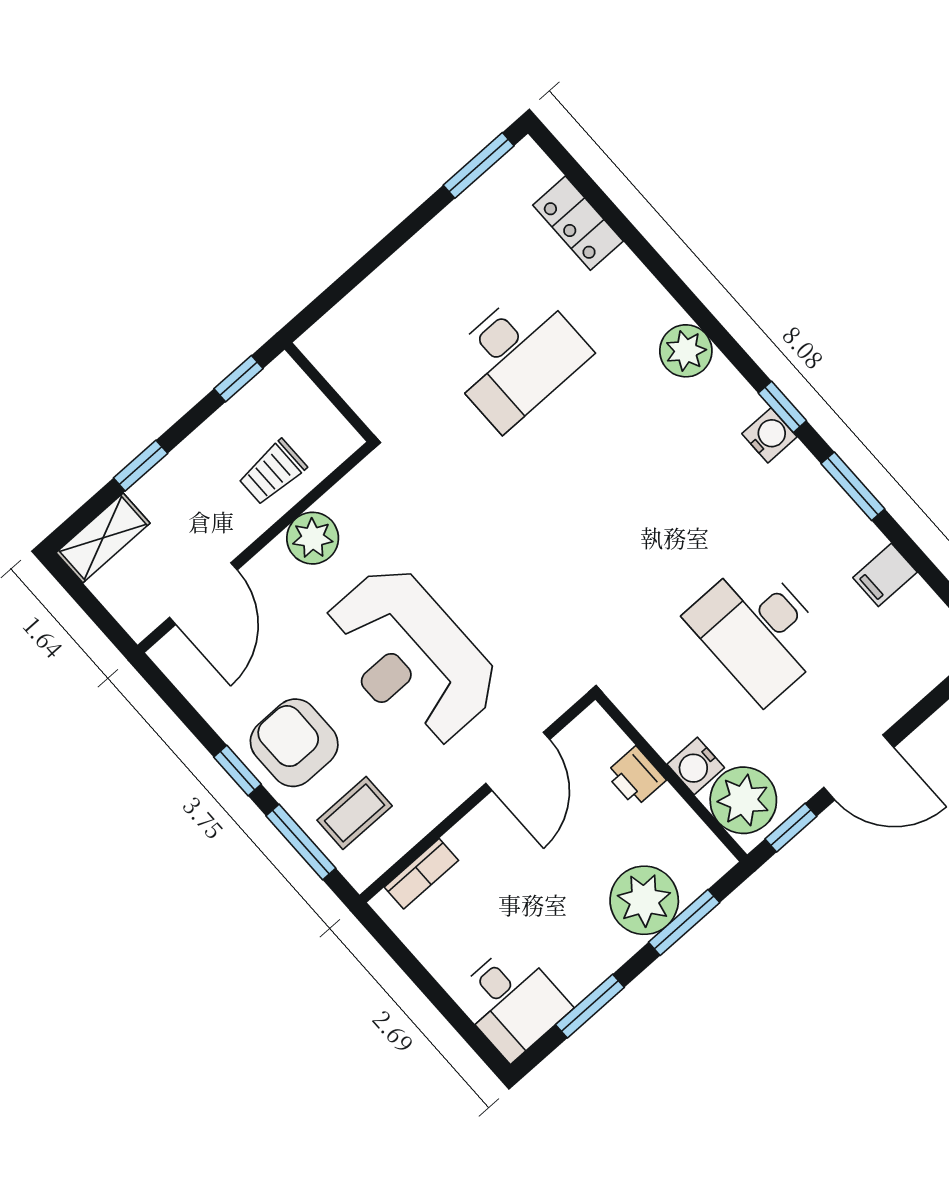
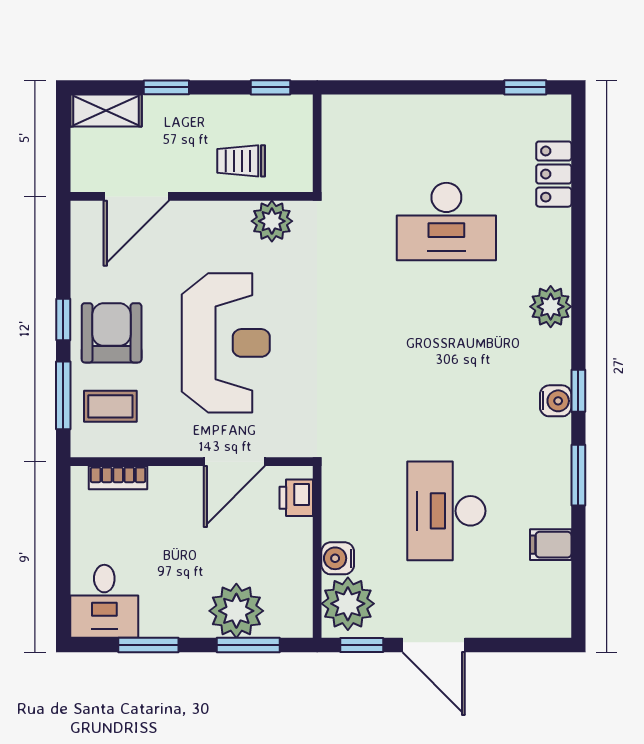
window: (479, 165) -> (525, 87), width x0.67
plant: (313, 538) -> (272, 221), moved
reception desk: (410, 657) -> (226, 343), turned 180
printer: (636, 777) -> (296, 498), moved

